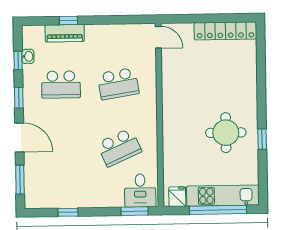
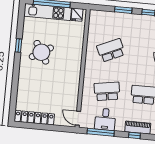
window: (121, 20) -> (101, 132), added
round table: (226, 133) -> (41, 52), turned -31
desk: (140, 190) -> (105, 119), moved, turned 180
window: (135, 211) -> (123, 10), moved

